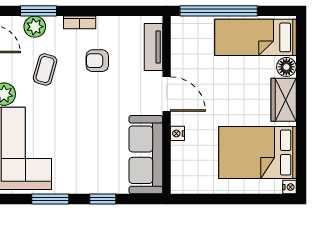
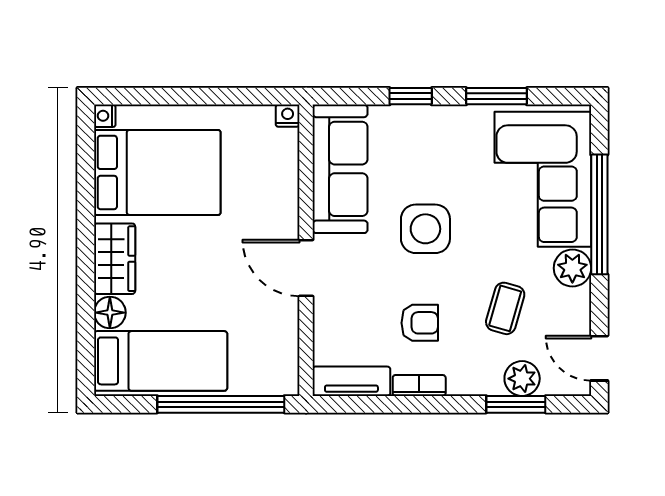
bookcase: (80, 22) -> (419, 385), moved
tv unit: (154, 47) -> (351, 381), moved, turned -90
side table: (94, 118) -> (425, 229), added
nightstand: (177, 133) -> (288, 116), moved, turned -90

